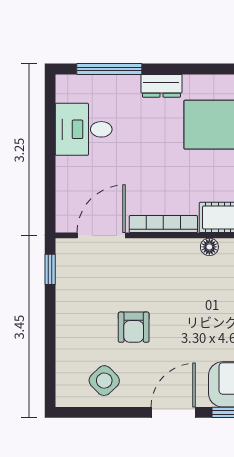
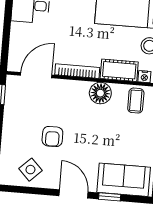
floor lamp: (209, 247) -> (100, 93), width x1.89, depth x1.89
door: (173, 412) -> (74, 194), hinge flipped

